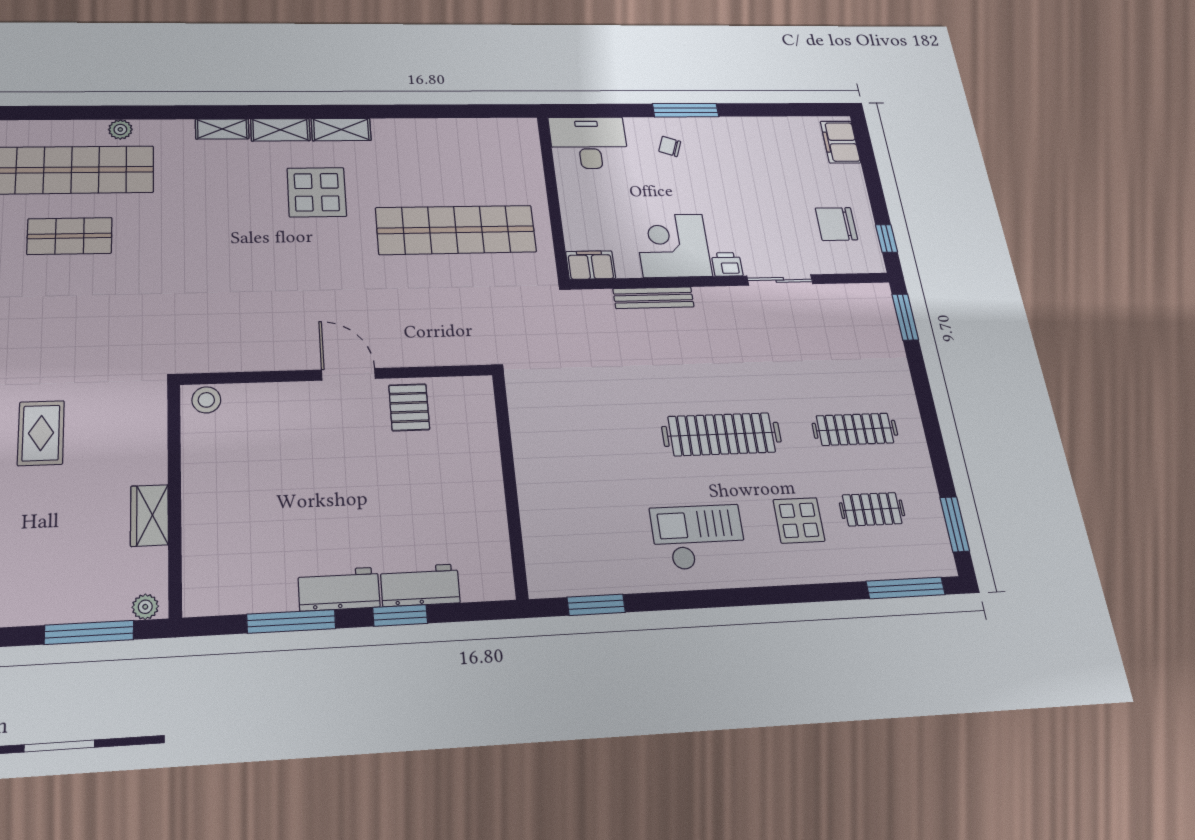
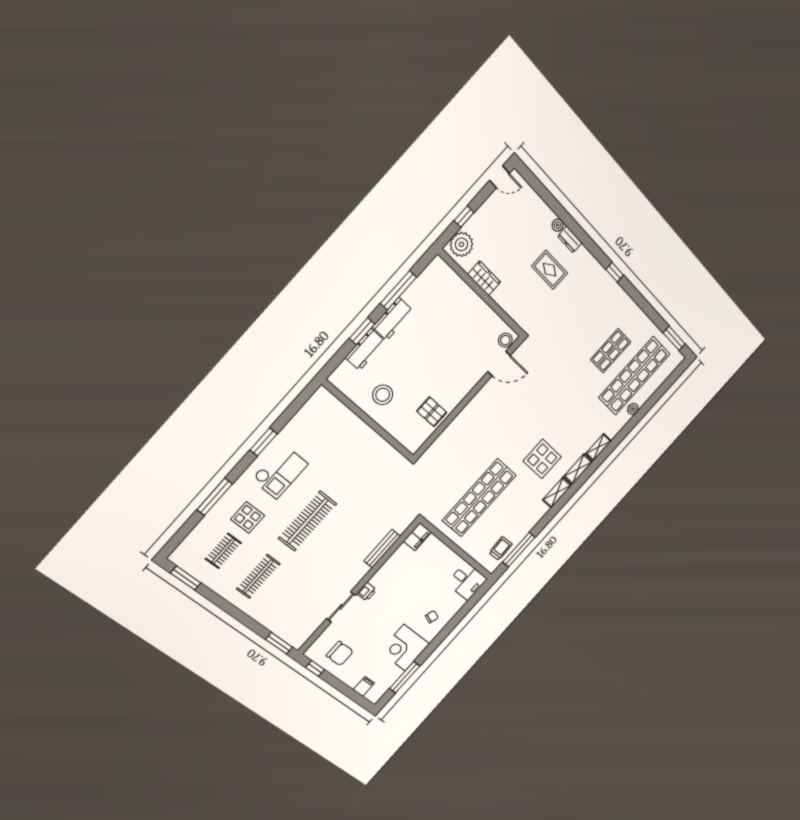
window: (686, 110) -> (405, 677), moved
window: (468, 111) -> (519, 550), added
trolley: (491, 137) -> (501, 548), added
filing cabinet: (840, 142) -> (364, 686), width x0.50
desk: (589, 143) -> (467, 581), width x0.73
chair: (836, 224) -> (340, 654), turned 90
corner desk: (673, 246) -> (405, 648), moved, turned 180
door: (348, 374) -> (499, 364), moved
stool: (456, 499) -> (383, 395), added
window: (906, 588) -> (215, 497), moved
window: (596, 605) -> (264, 442), moved
plant: (145, 607) -> (461, 244), width x1.87, depth x1.87
window: (89, 632) -> (464, 217), width x0.46

